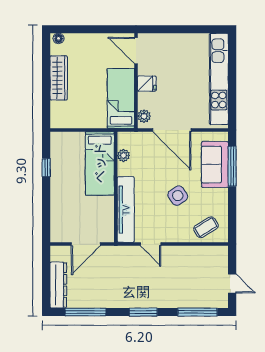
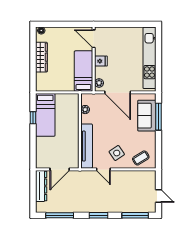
bed: (100, 163) -> (45, 115), moved
side table: (178, 196) -> (117, 153), moved
dresser: (58, 285) -> (41, 186), moved

